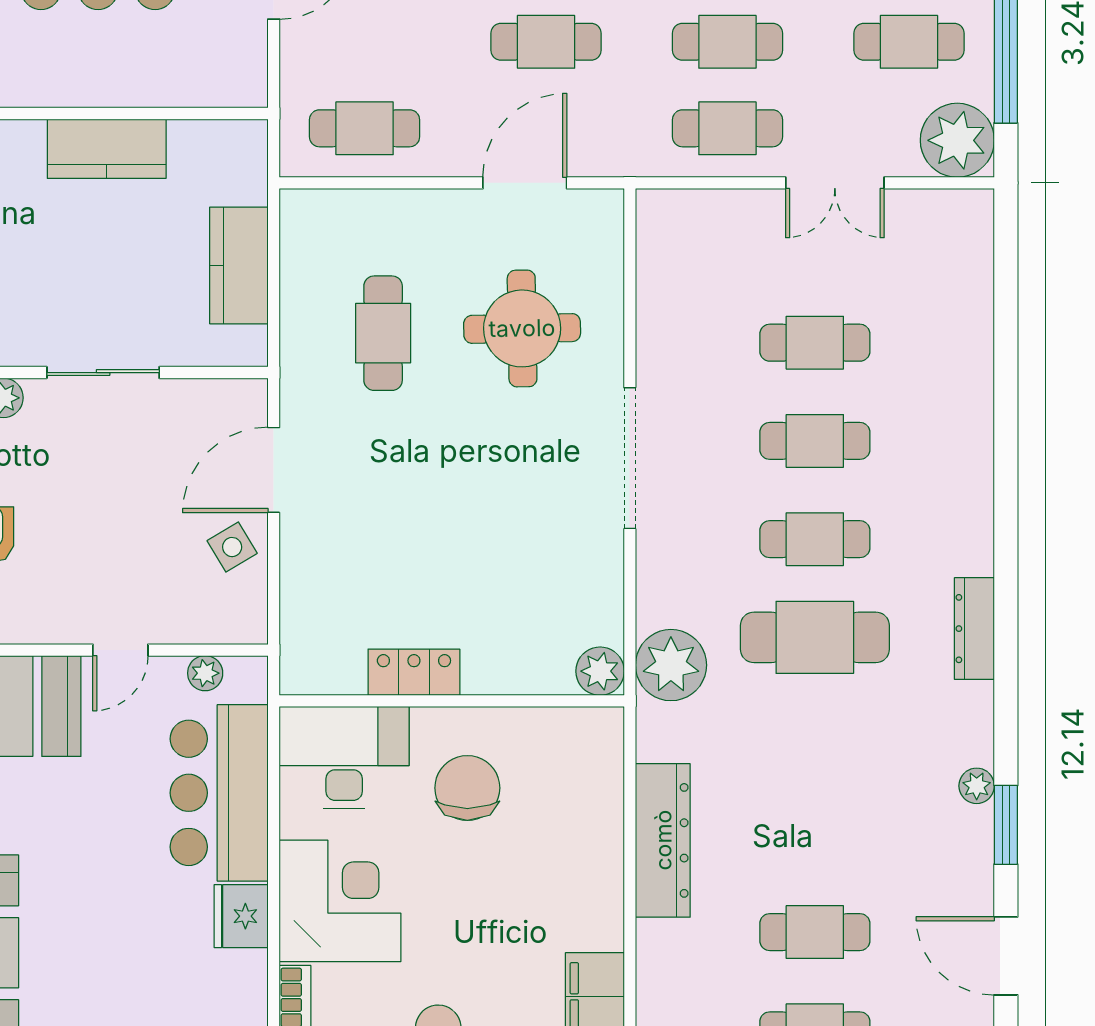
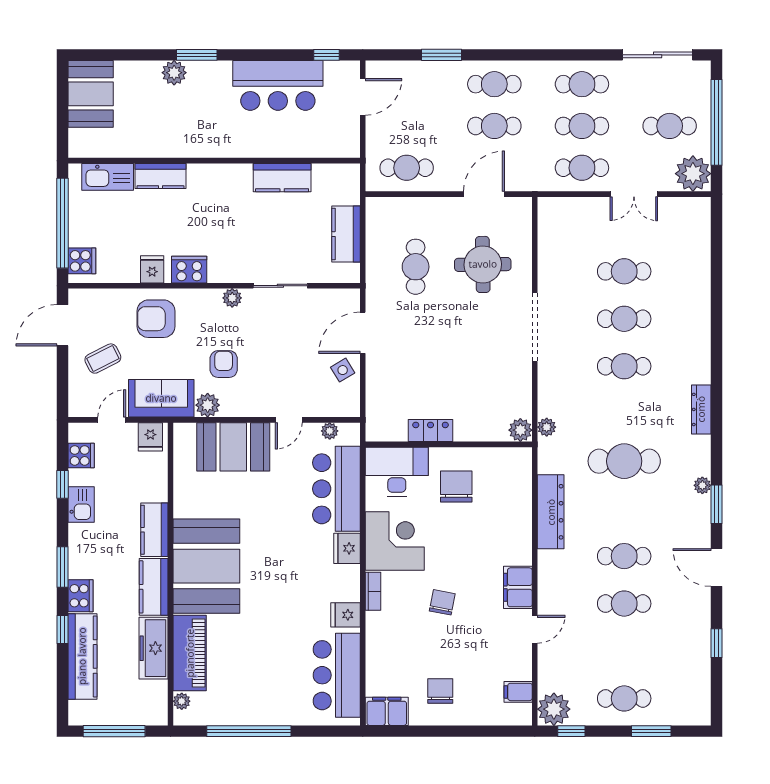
cafe table: (815, 637) -> (624, 461), moved
plant: (671, 665) -> (547, 427), width x0.53, depth x0.53

